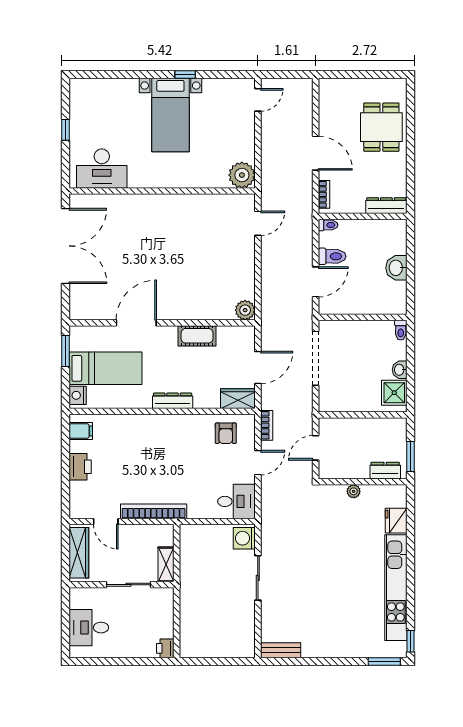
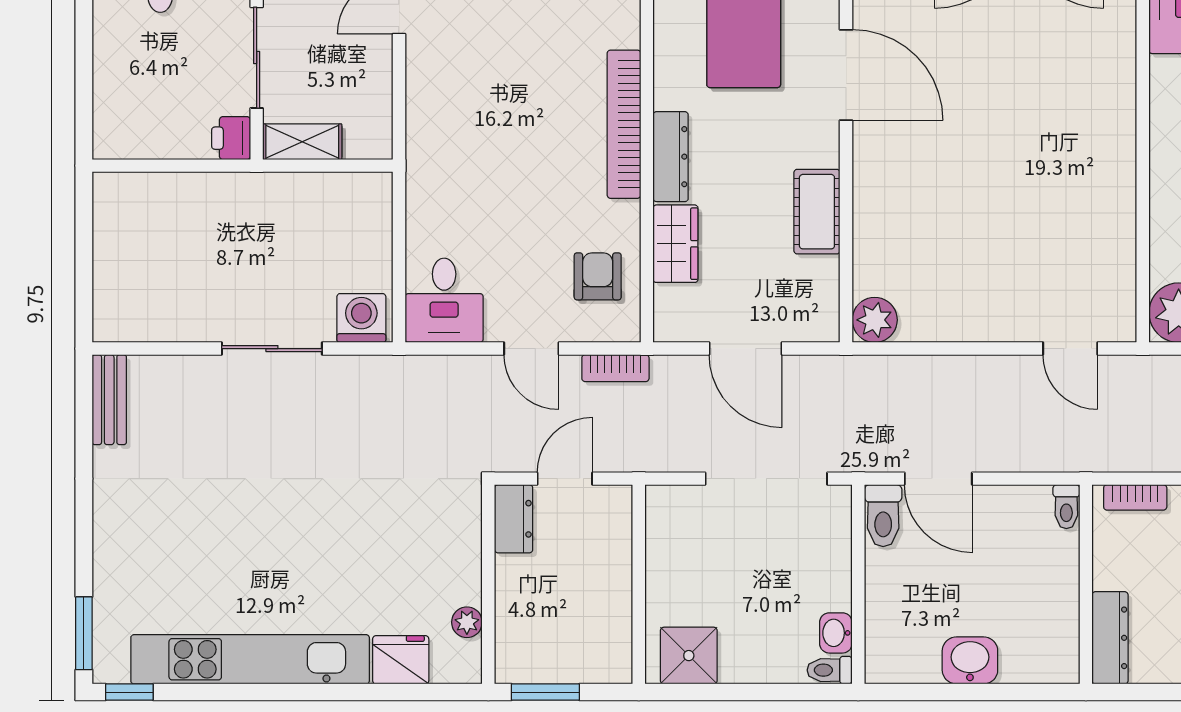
toilet: (332, 256) -> (883, 516), moved
washbasin: (400, 370) -> (836, 633), moved, turned -90
wardrobe: (238, 399) -> (675, 244), moved
armchair: (226, 433) -> (598, 276), turned 90
door: (316, 448) -> (565, 479), hinge flipped
dresser: (385, 471) -> (514, 519), moved
plant: (354, 491) -> (467, 622), moved
bookcase: (154, 511) -> (624, 124), moved, turned 180
printer: (165, 648) -> (231, 138), moved, turned -90

